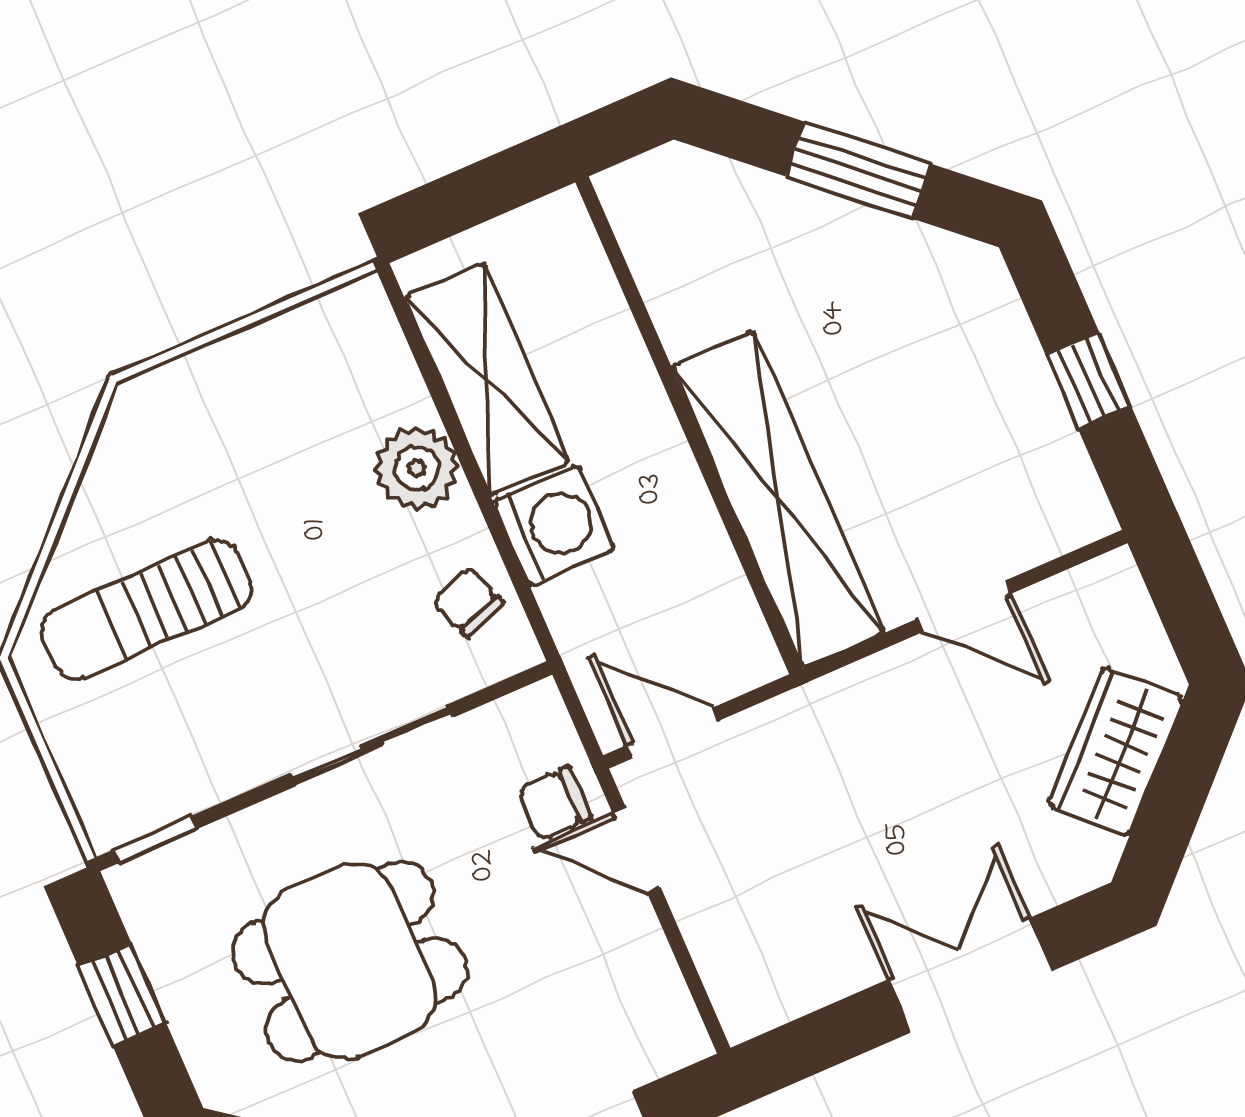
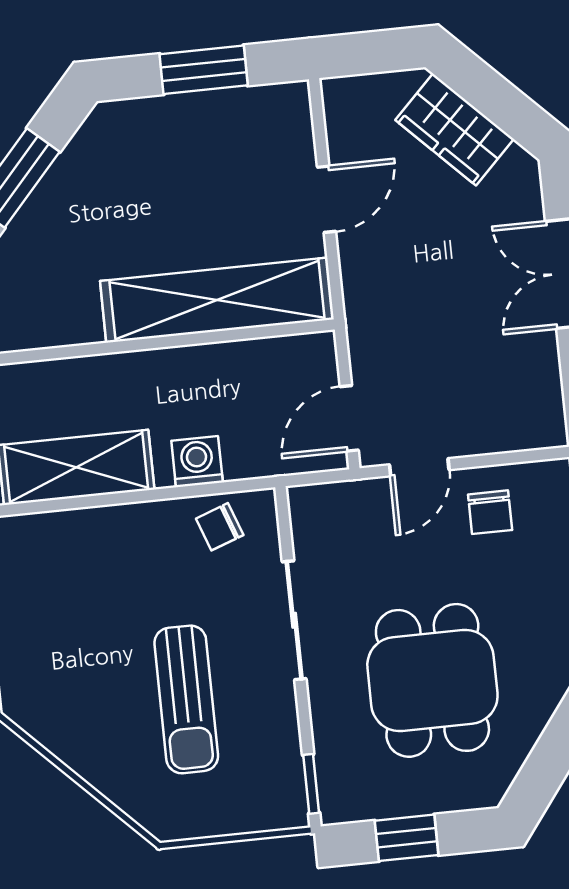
window: (1089, 381) -> (204, 70), width x1.50
plant: (417, 468) -> (121, 533), removed
washing machine: (554, 526) -> (197, 462), width x0.73, depth x0.73
sun lounger: (146, 610) -> (186, 699), moved
chair: (554, 803) -> (490, 512), moved

